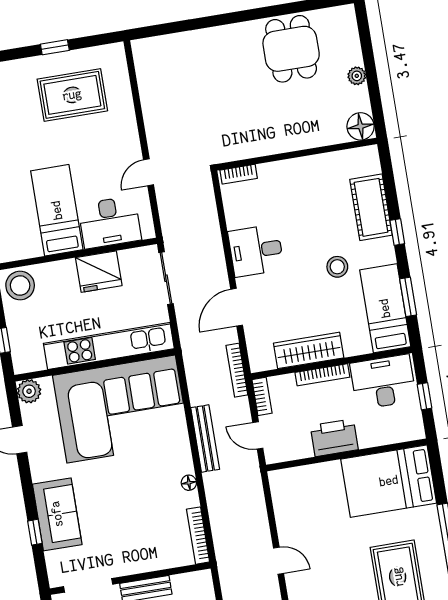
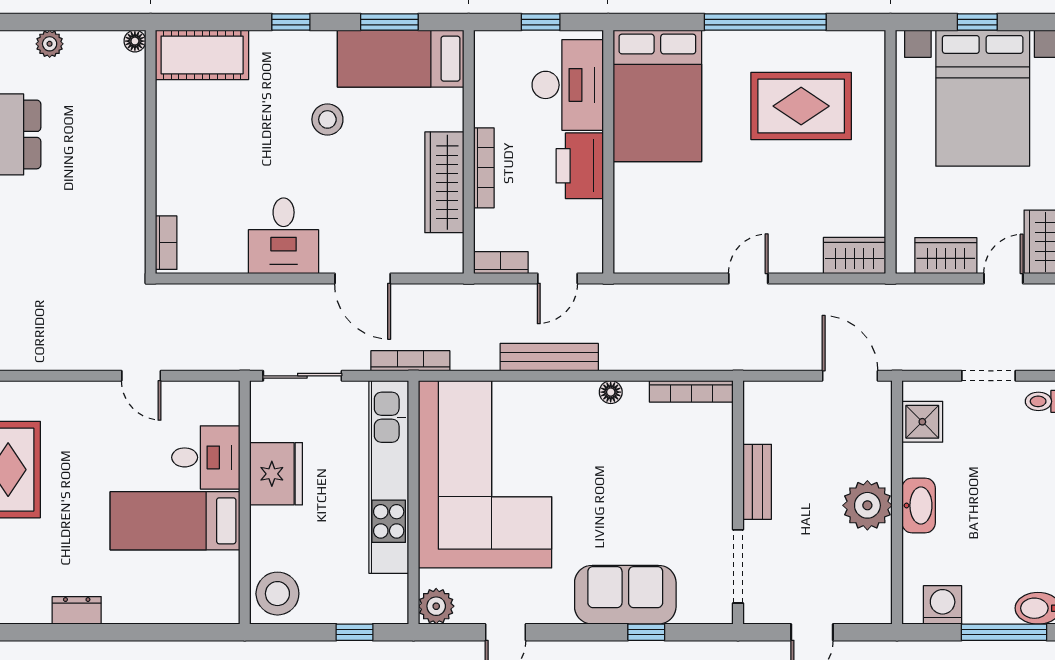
floor lamp: (361, 126) -> (135, 41), width x0.53, depth x0.53
cot: (371, 207) -> (202, 55), moved
desk: (110, 222) -> (206, 457), width x0.73
bookcase: (237, 370) -> (410, 361), moved, turned 180
desk: (383, 382) -> (568, 85), moved, turned 180

